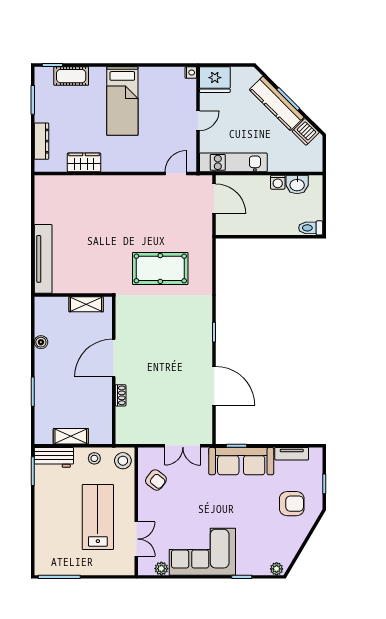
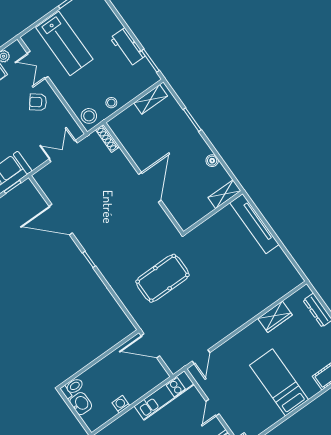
washbasin: (297, 185) -> (81, 404), moved, turned 90
door: (214, 199) -> (150, 346), moved
shelving: (86, 304) -> (224, 194), moved
shoe rack: (121, 395) -> (108, 138), moved, width x1.43
shelving: (71, 436) -> (151, 99), moved
double door: (183, 446) -> (63, 151), moved
workbench: (54, 457) -> (128, 47), moved, turned -90
armchair: (156, 480) -> (38, 102), moved
lab bench: (98, 517) -> (64, 43), moved

